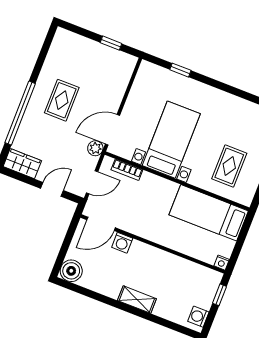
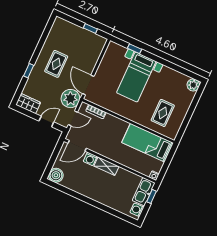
window: (20, 113) -> (29, 71), width x0.32
door: (113, 130) -> (88, 85), hinge flipped
bed with nightstands: (171, 140) -> (136, 77), moved, turned 180
plant: (95, 148) -> (70, 99), width x1.87, depth x1.87
kitchen sink: (207, 288) -> (144, 192), added
shelving: (137, 300) -> (106, 166), moved

